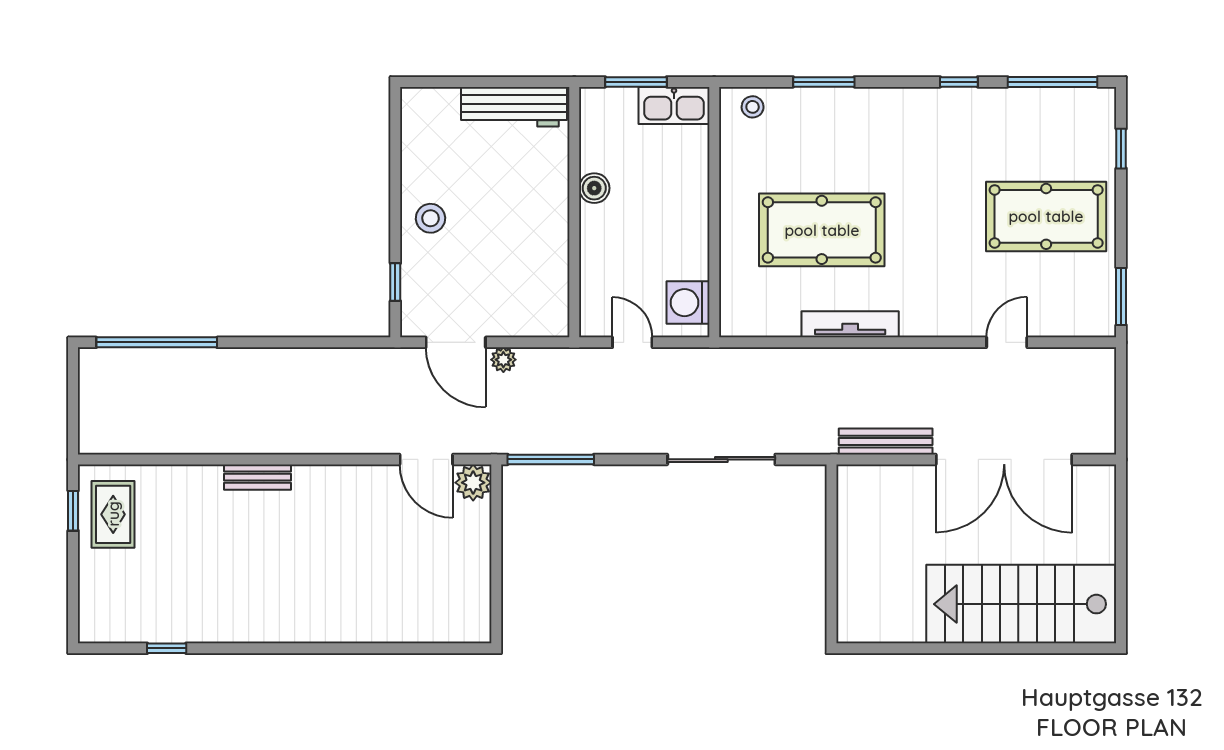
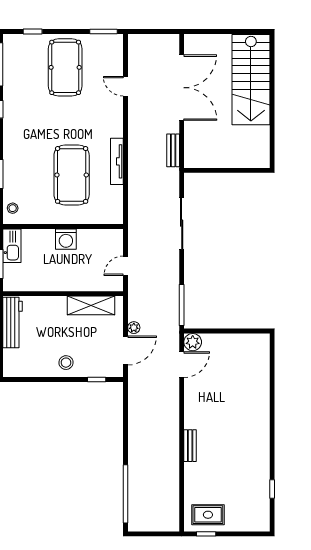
boiler: (594, 188) -> (52, 284), removed
shelving: (550, 270) -> (91, 305), added
washing machine: (688, 303) -> (66, 239), moved
bench: (886, 442) -> (173, 150), width x0.73

